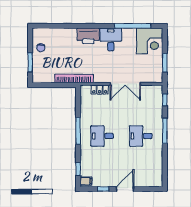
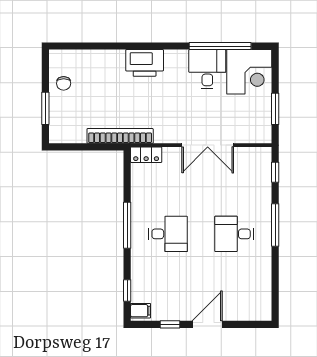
desk: (111, 39) -> (207, 69), moved
locker: (100, 90) -> (146, 155), moved
desk: (102, 136) -> (168, 234), turned 180

